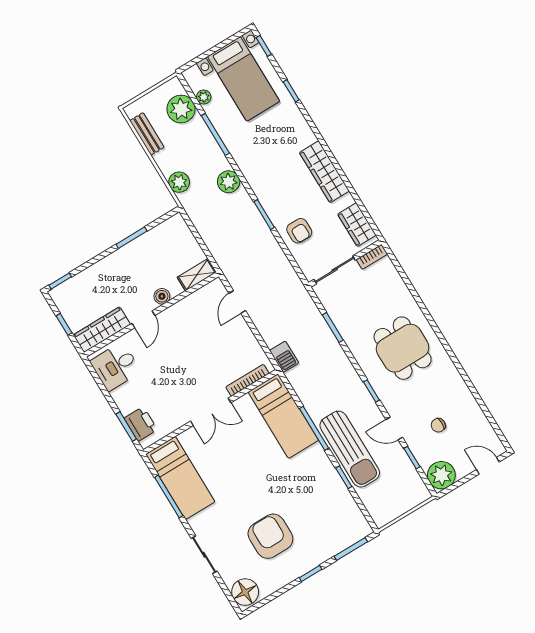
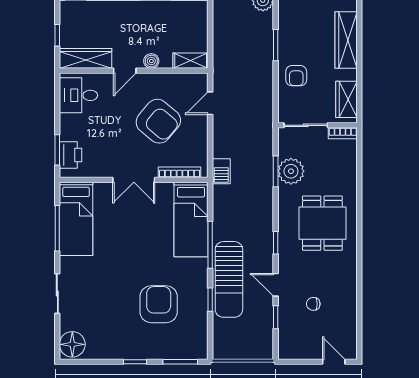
armchair: (201, 346) -> (158, 121), added
plant: (441, 475) -> (291, 171), moved
armchair: (270, 536) -> (159, 304), moved

